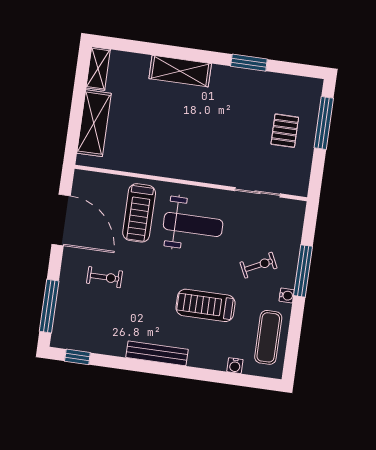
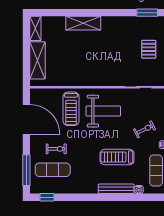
window: (249, 63) -> (147, 13), moved
exercise mat: (94, 312) -> (53, 170), added
bench: (157, 353) -> (116, 189), moved

